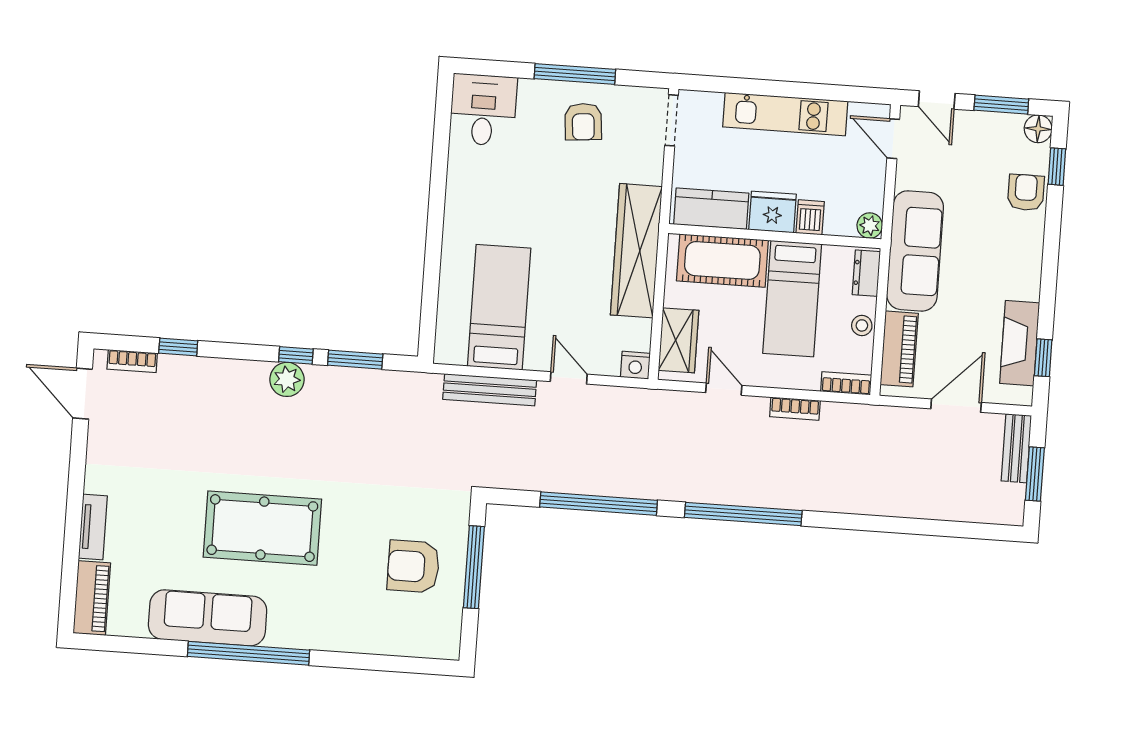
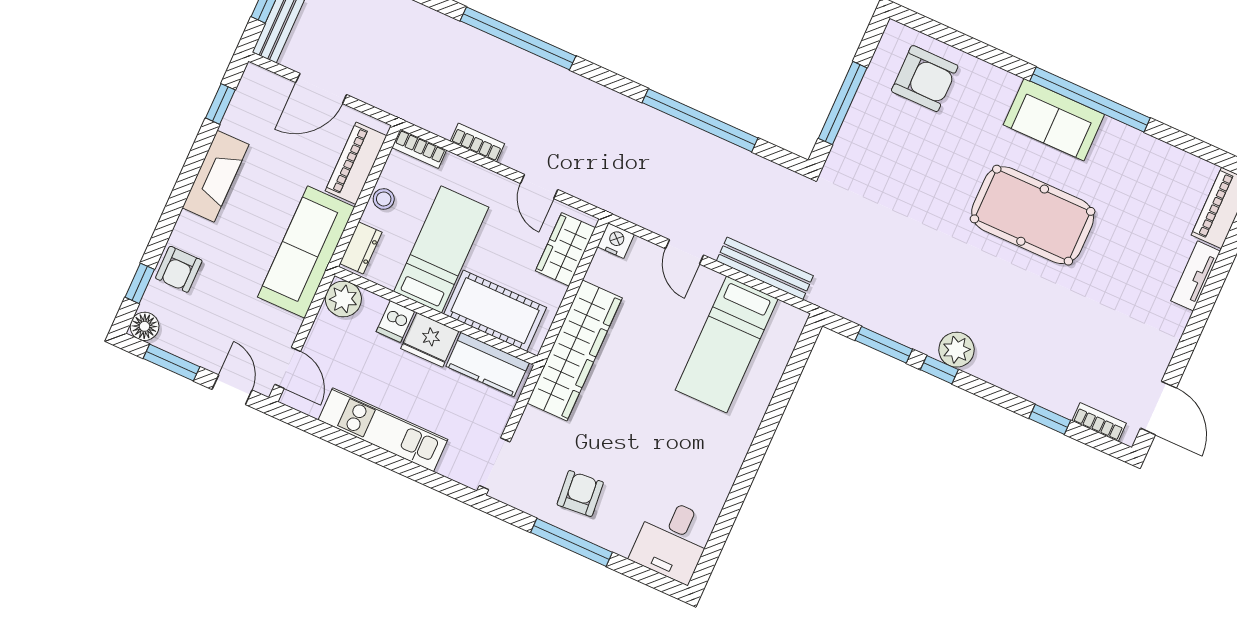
plant: (870, 226) -> (343, 299), width x1.38, depth x1.38
fireplace: (1020, 343) -> (216, 176), moved
window: (743, 514) -> (518, 38), moved
armchair: (413, 566) -> (925, 79), moved
sofa: (208, 618) -> (1054, 120), moved, width x0.73

